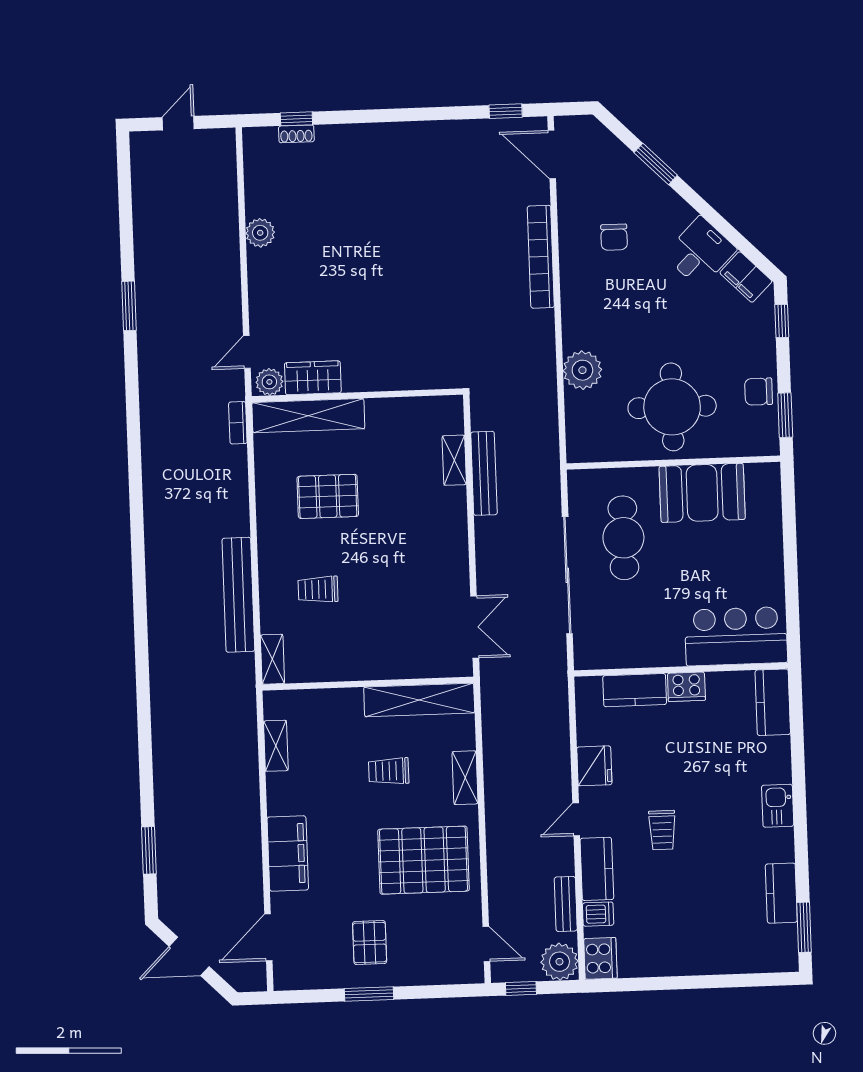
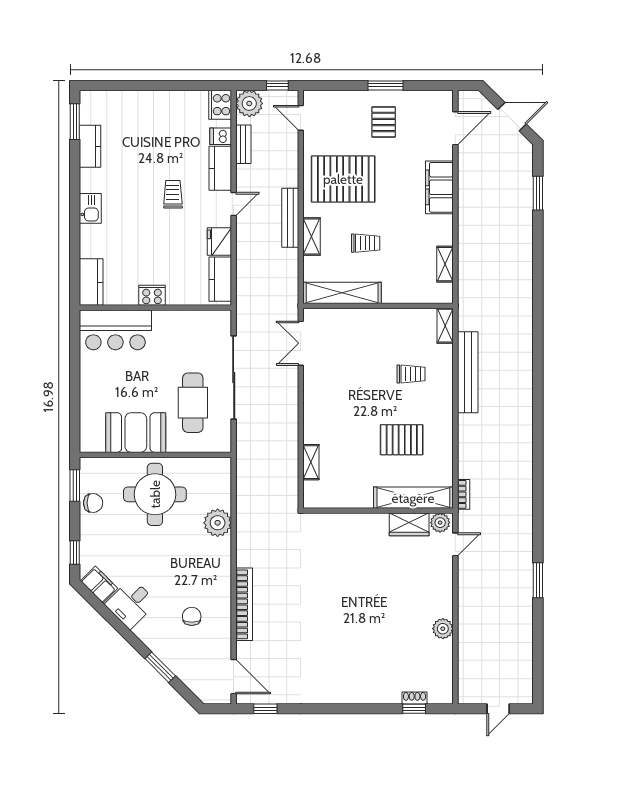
bench: (484, 473) -> (290, 218), moved
kitchen counter: (635, 690) -> (220, 279), moved, turned -90

